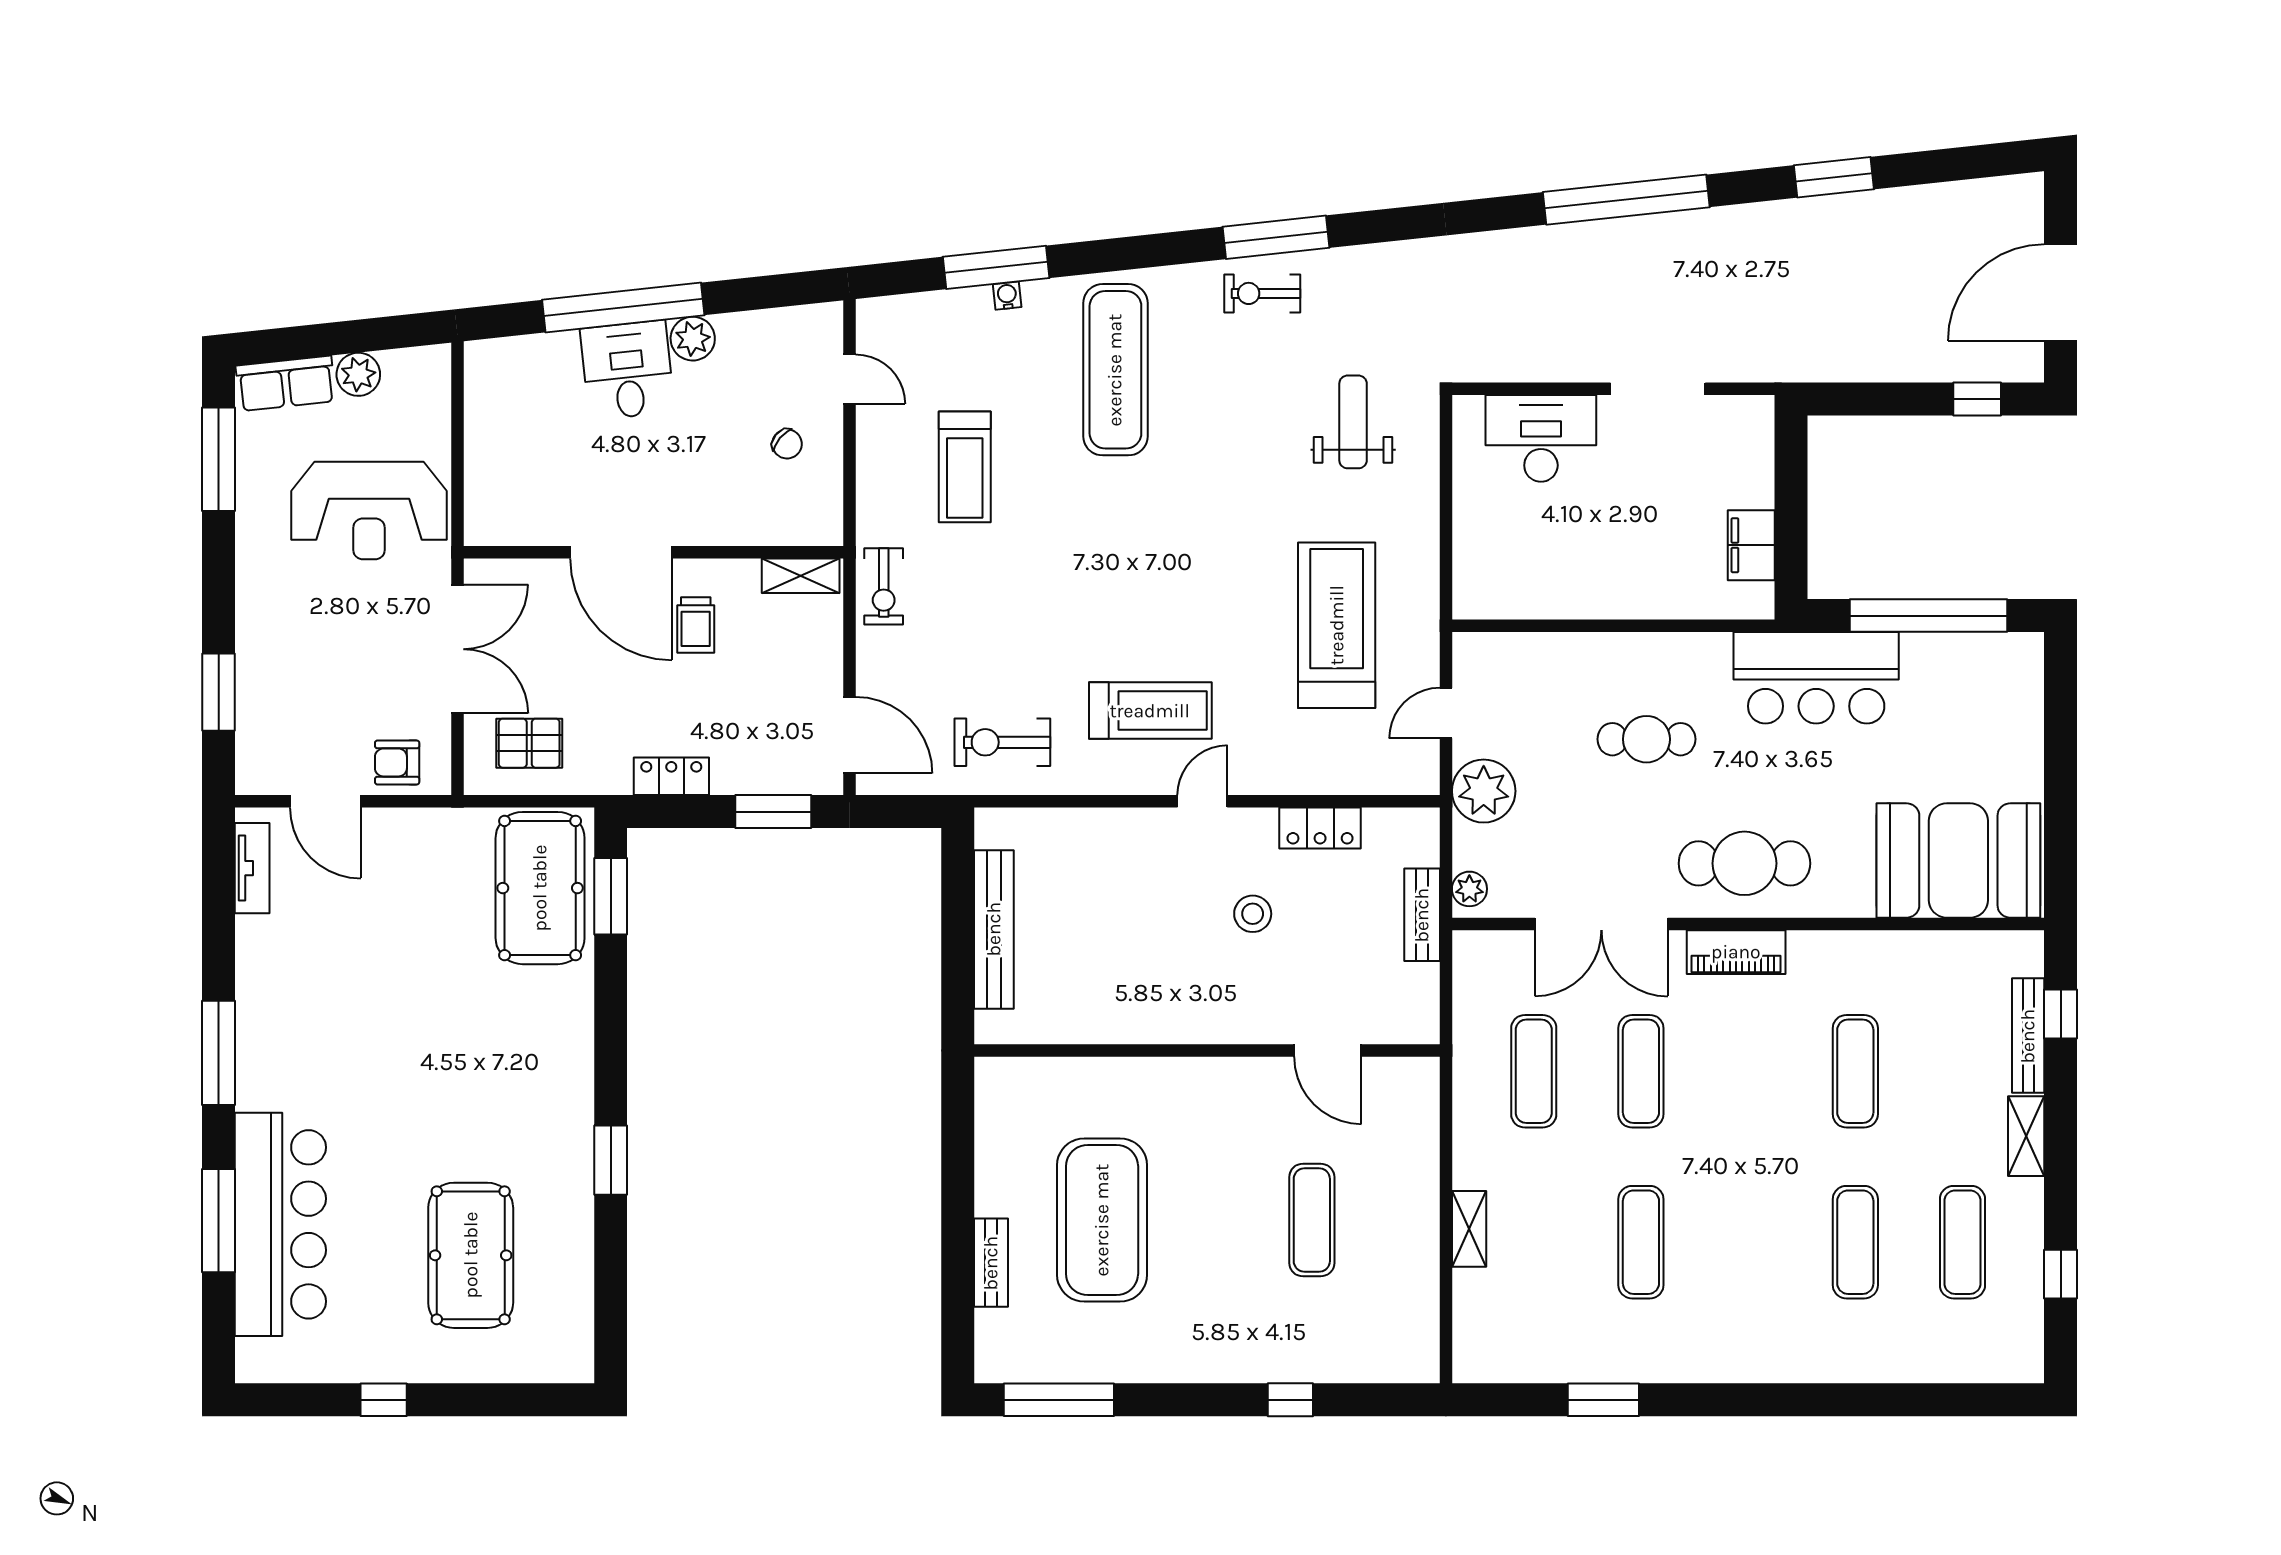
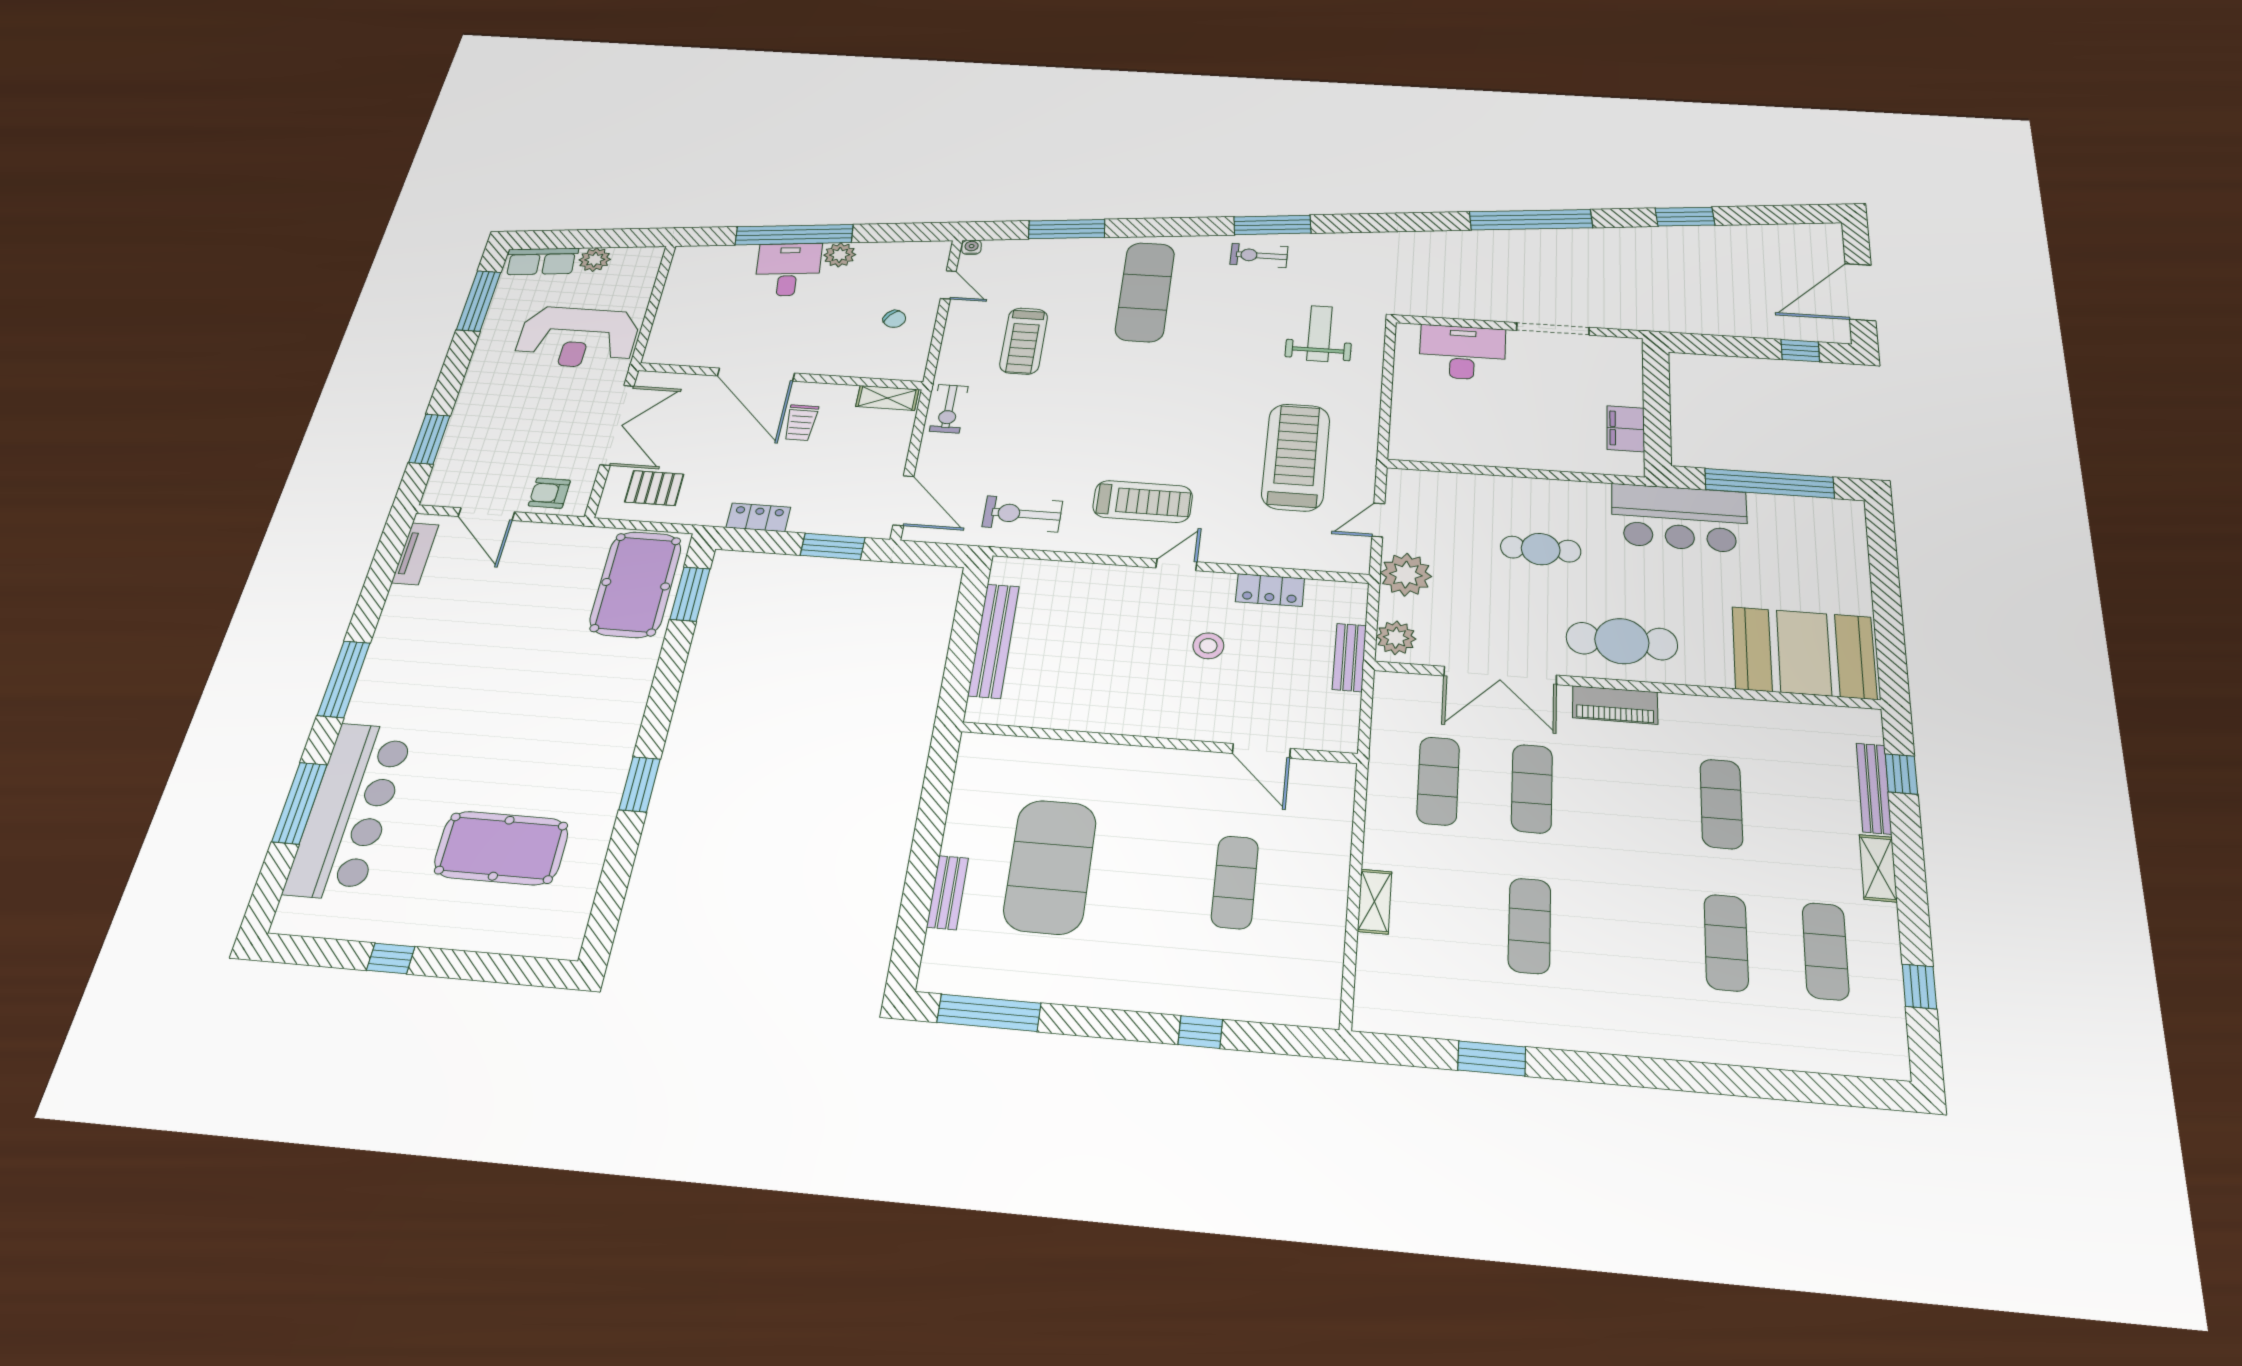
water cooler: (1007, 296) -> (972, 247), moved
plant: (1469, 889) -> (1396, 638), width x1.38, depth x1.38
pool table: (471, 1255) -> (501, 848), turned 90

